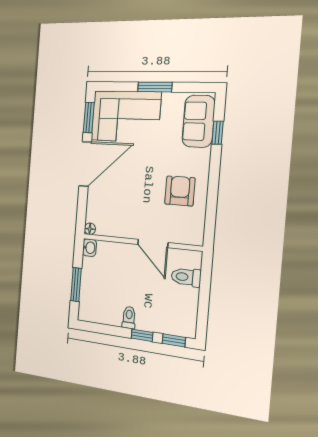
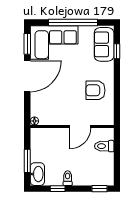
window: (155, 87) -> (73, 22), width x2.11
armchair: (180, 191) -> (95, 90), turned -90
door: (153, 243) -> (80, 127), hinge flipped
washbasin: (89, 248) -> (37, 174), moved, width x1.91, depth x1.45
window: (142, 335) -> (58, 189), moved

